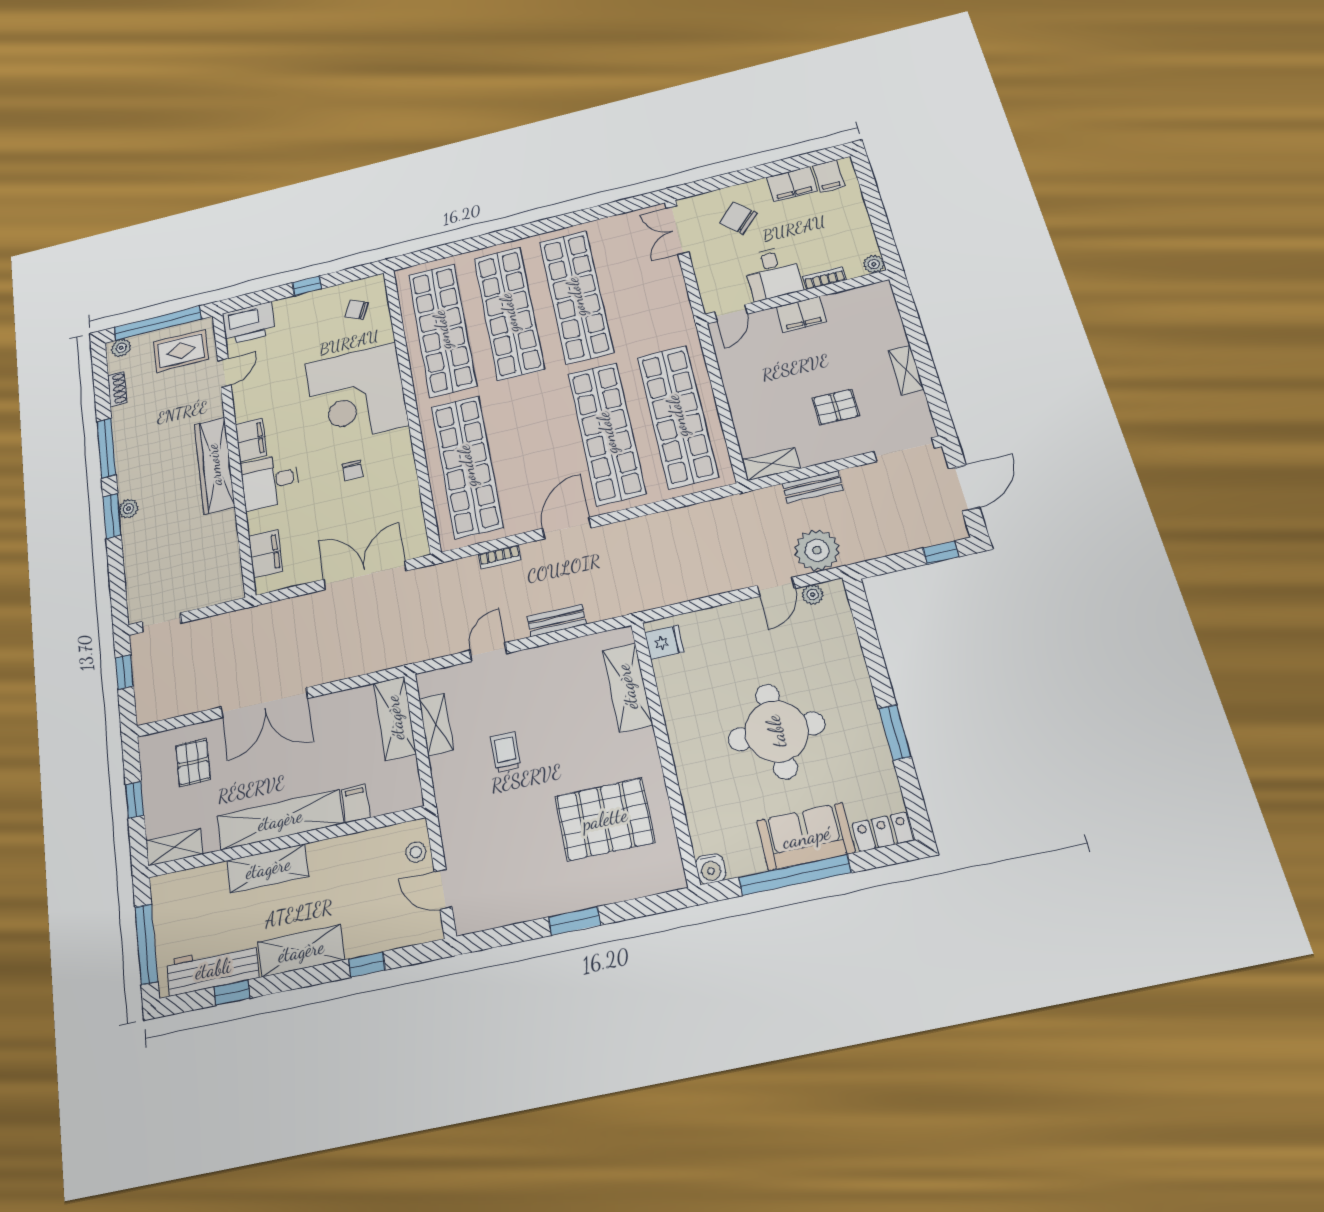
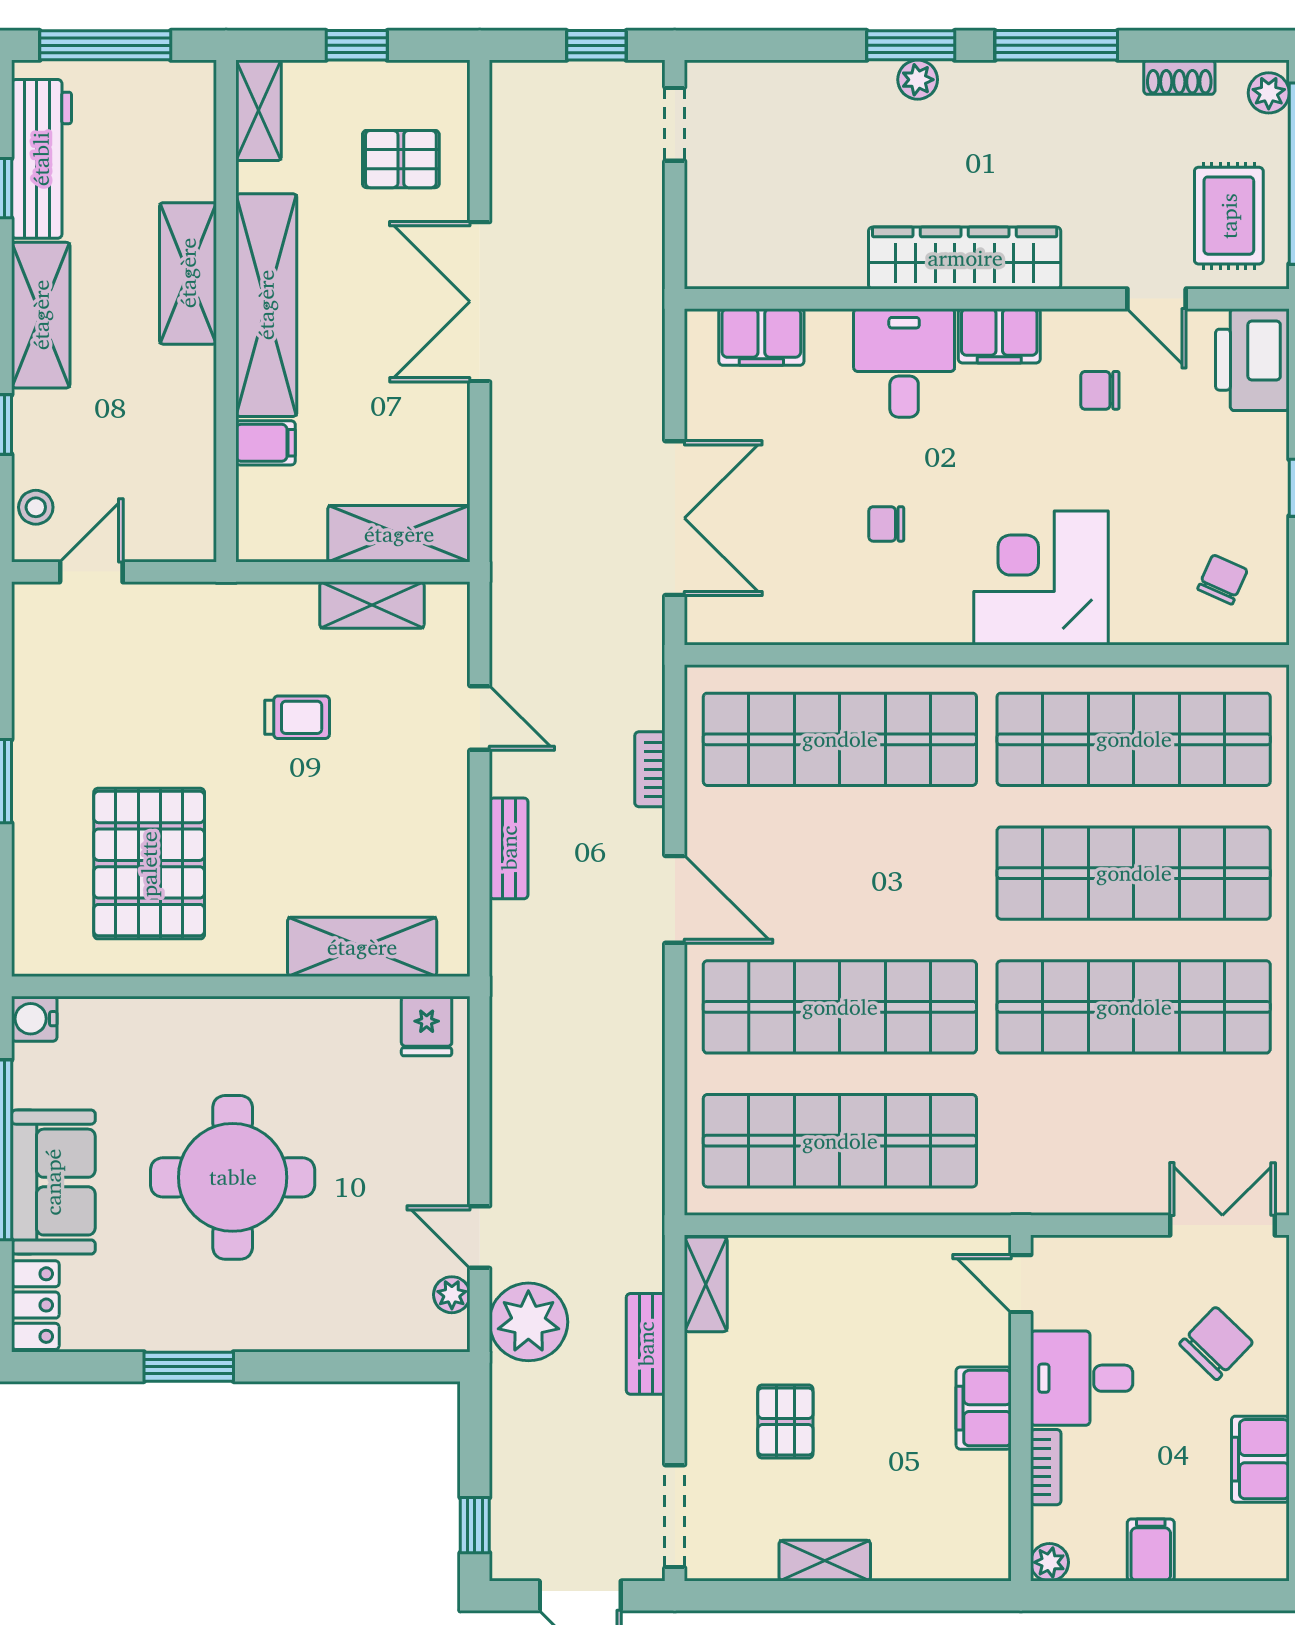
filing cabinet: (828, 176) -> (1151, 1550), moved, turned 90
chair: (272, 387) -> (1100, 390), added
corner desk: (357, 394) -> (1041, 578), width x0.74, depth x0.74
stool: (416, 852) -> (36, 507), moved

